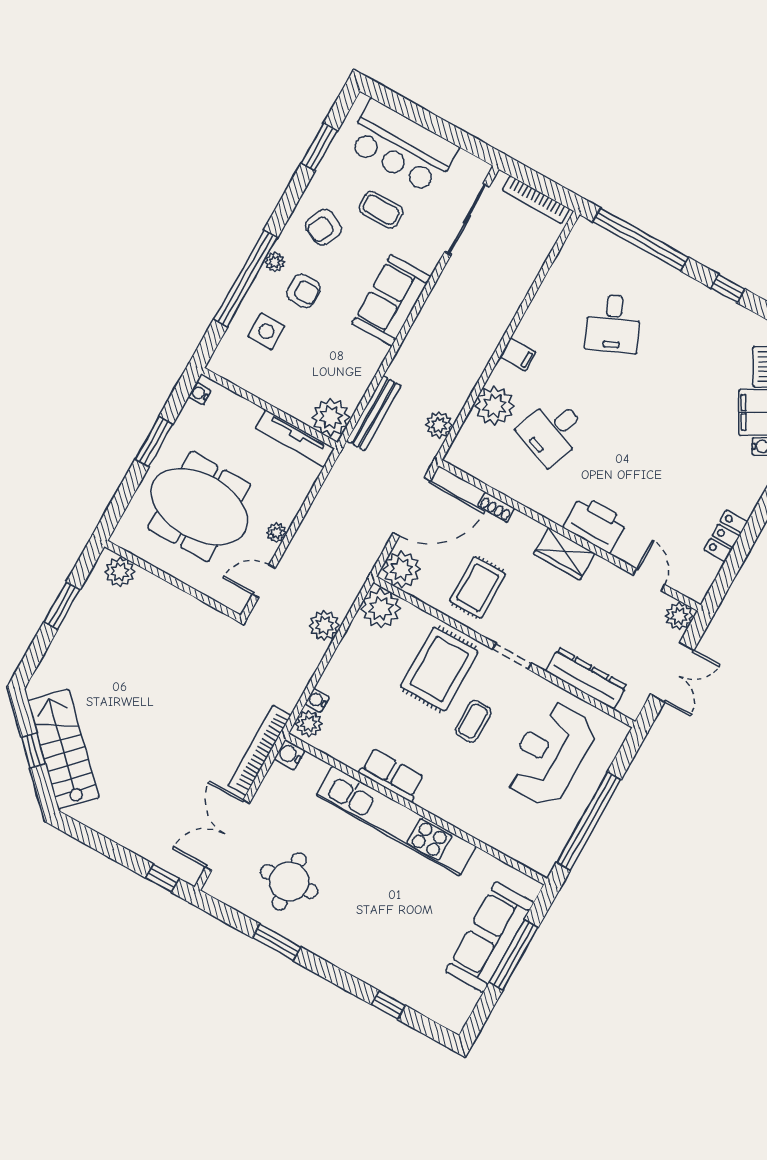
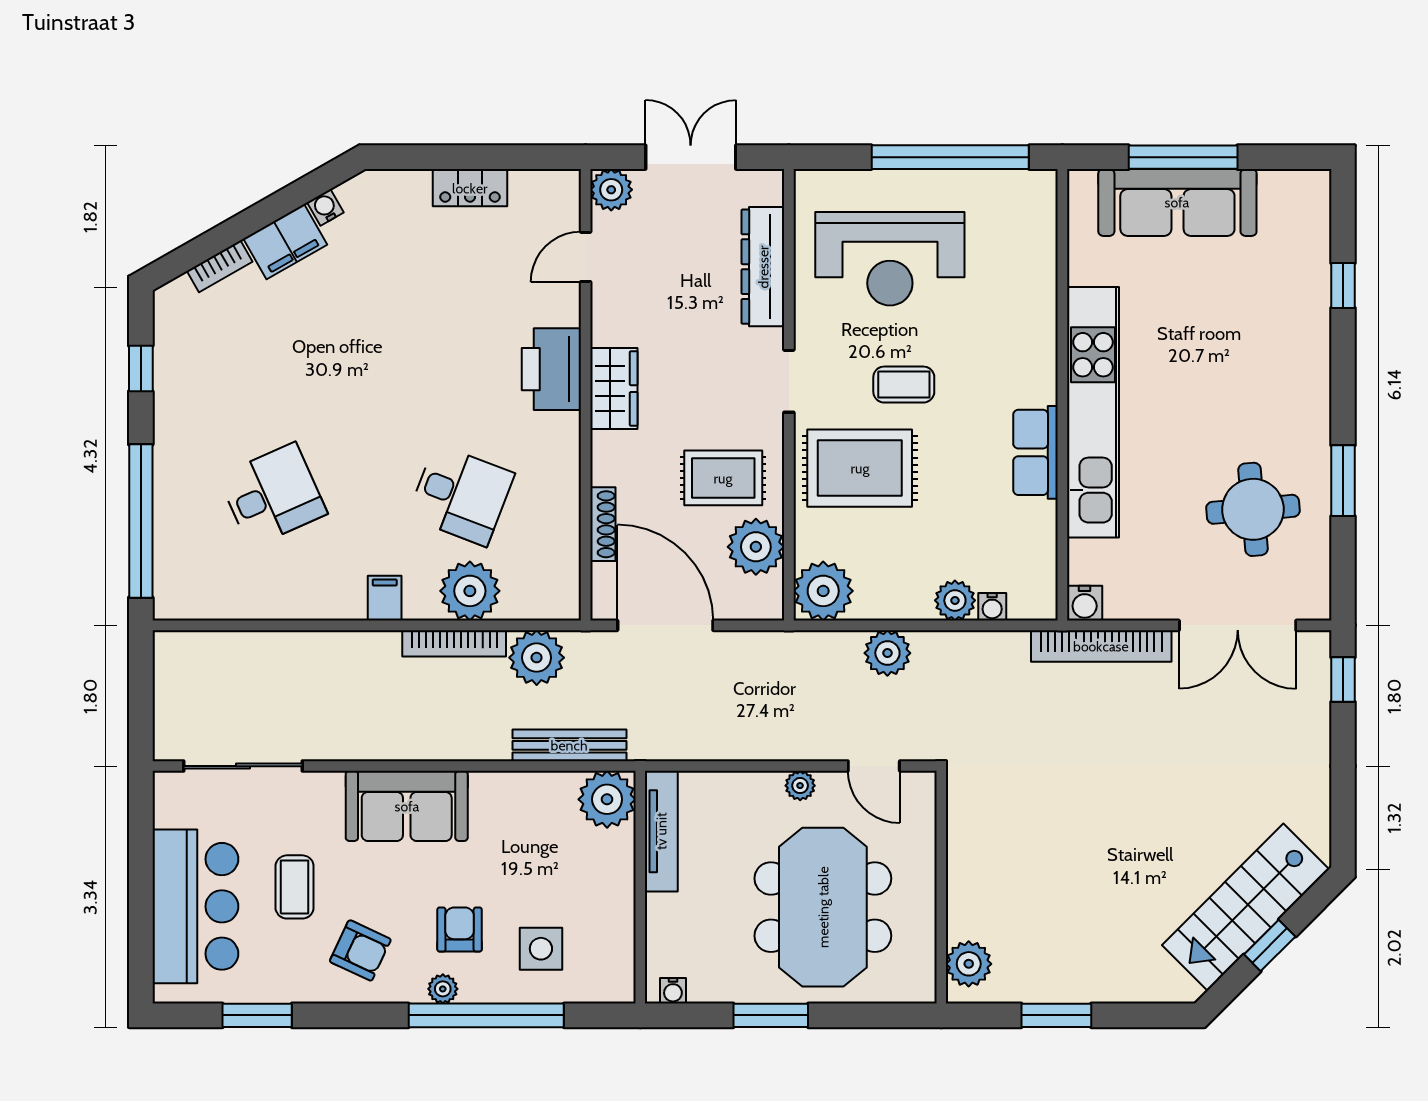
bookcase: (536, 200) -> (454, 643), moved, turned 90
plant: (439, 425) -> (537, 658), width x1.36, depth x1.36
shoe rack: (496, 507) -> (603, 524), width x1.43
plant: (401, 569) -> (756, 547), moved
plant: (309, 724) -> (955, 600), moved

